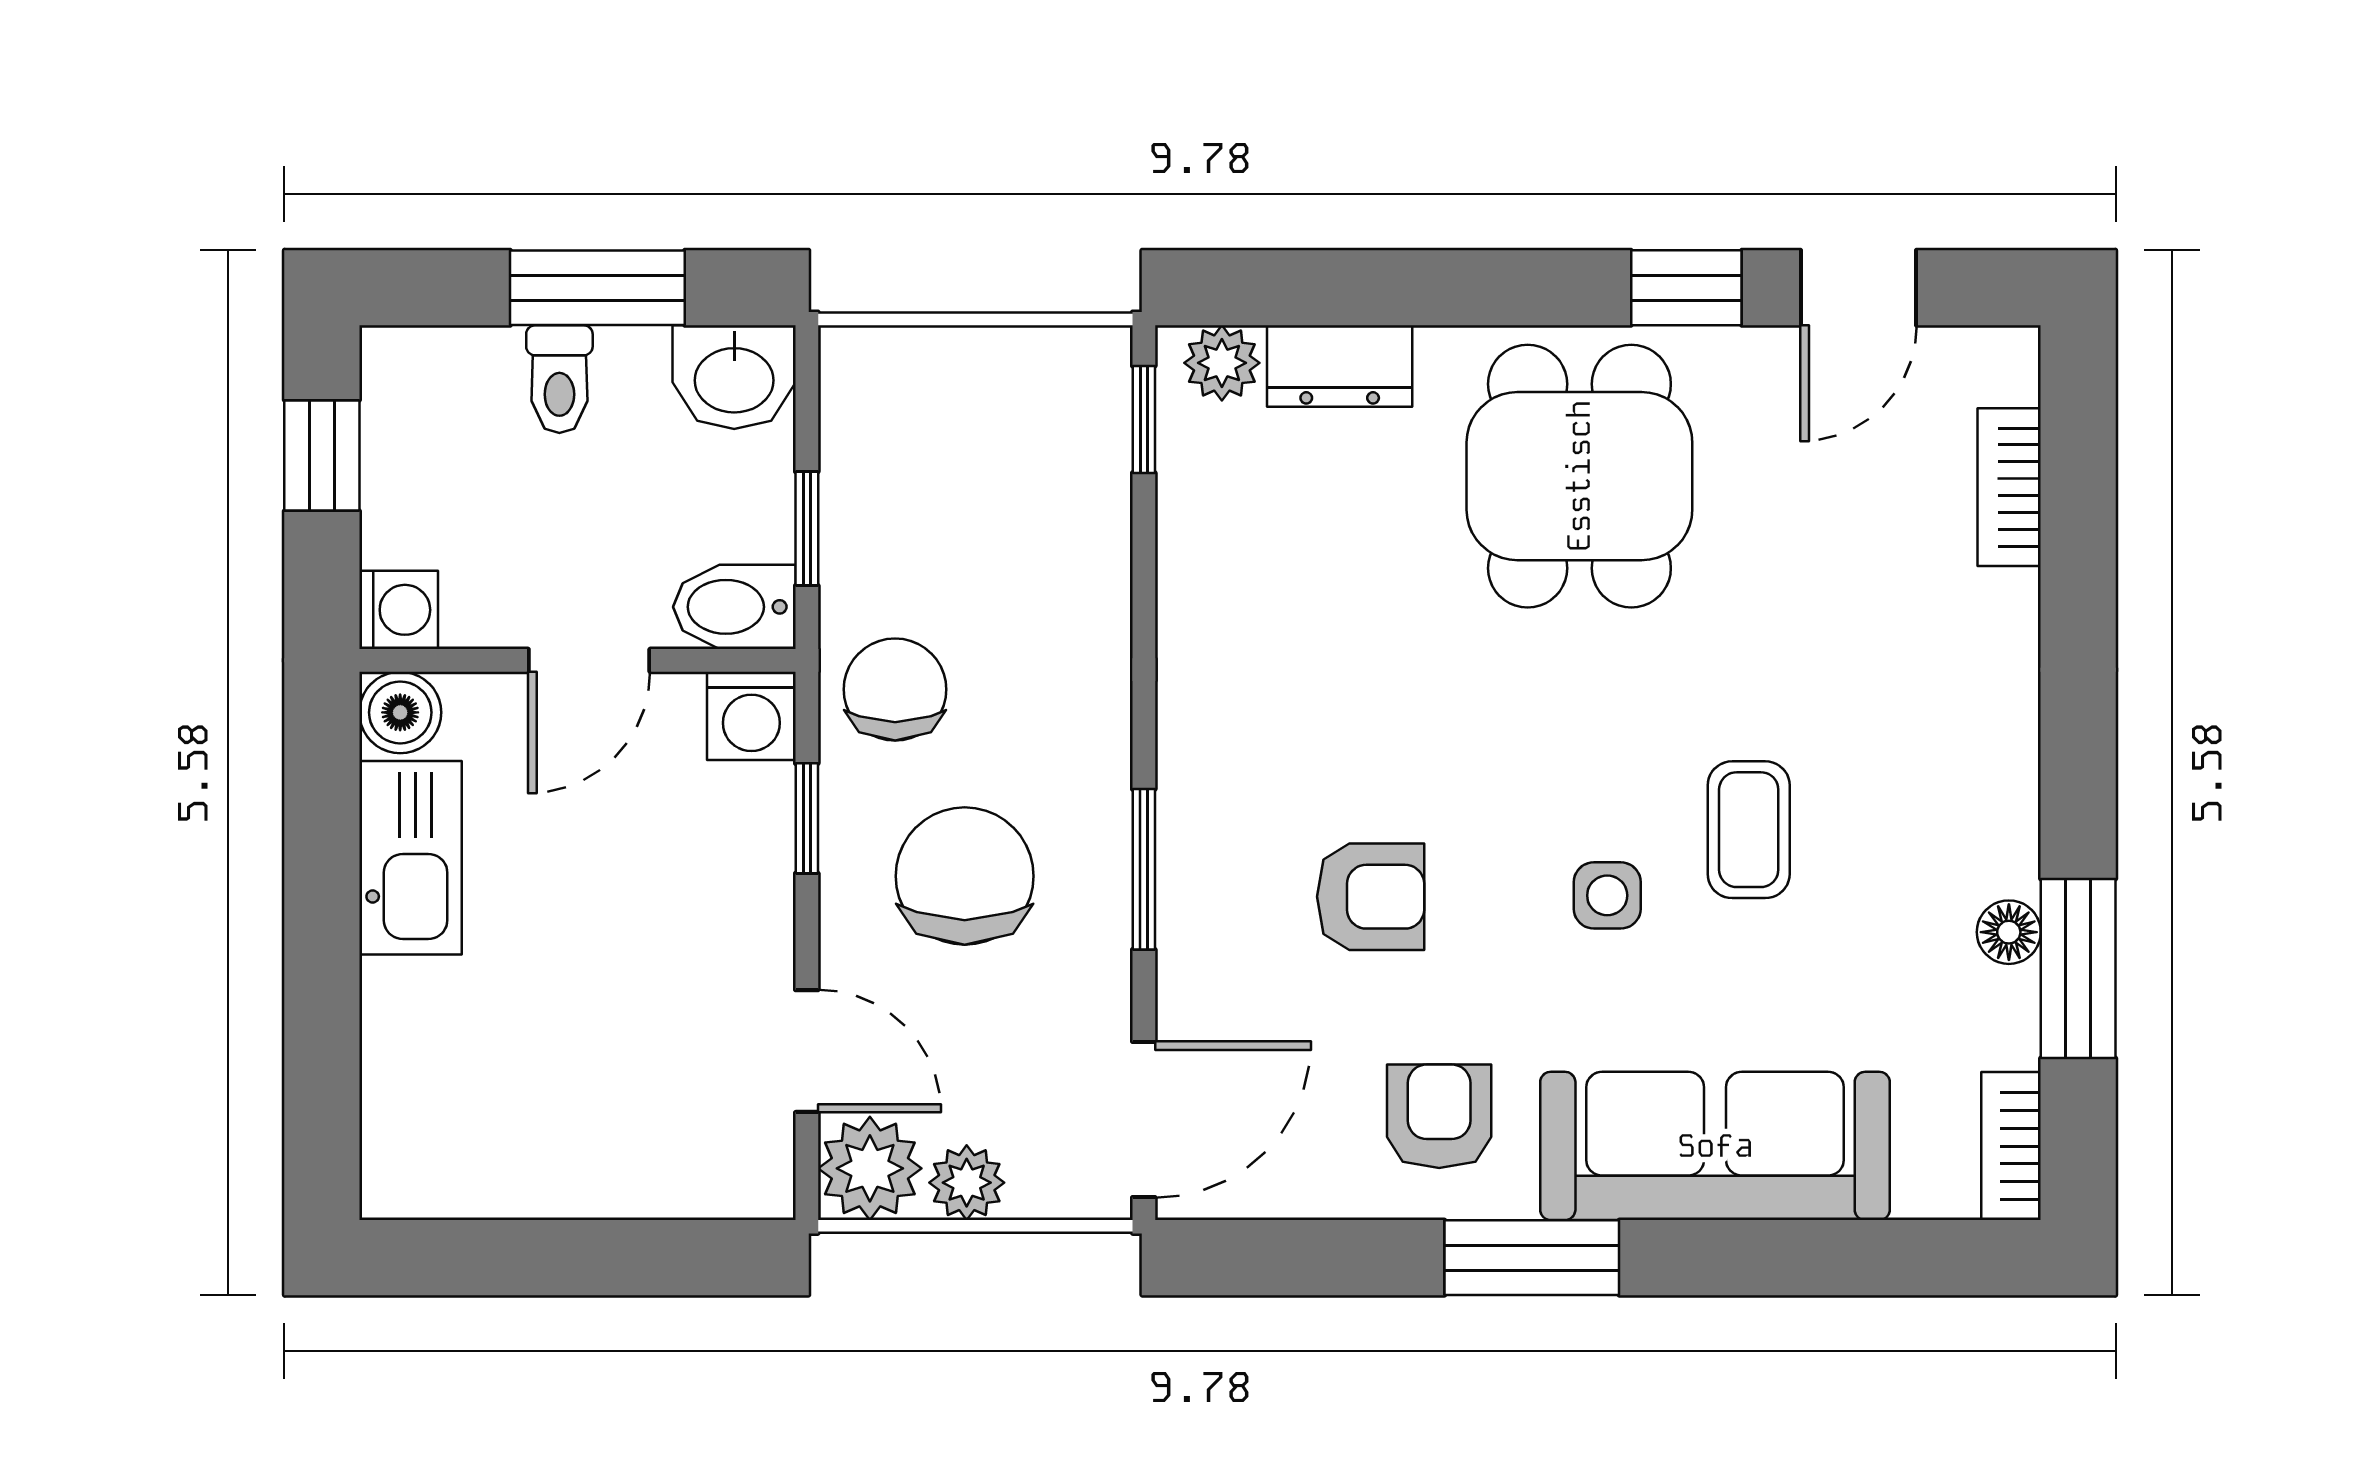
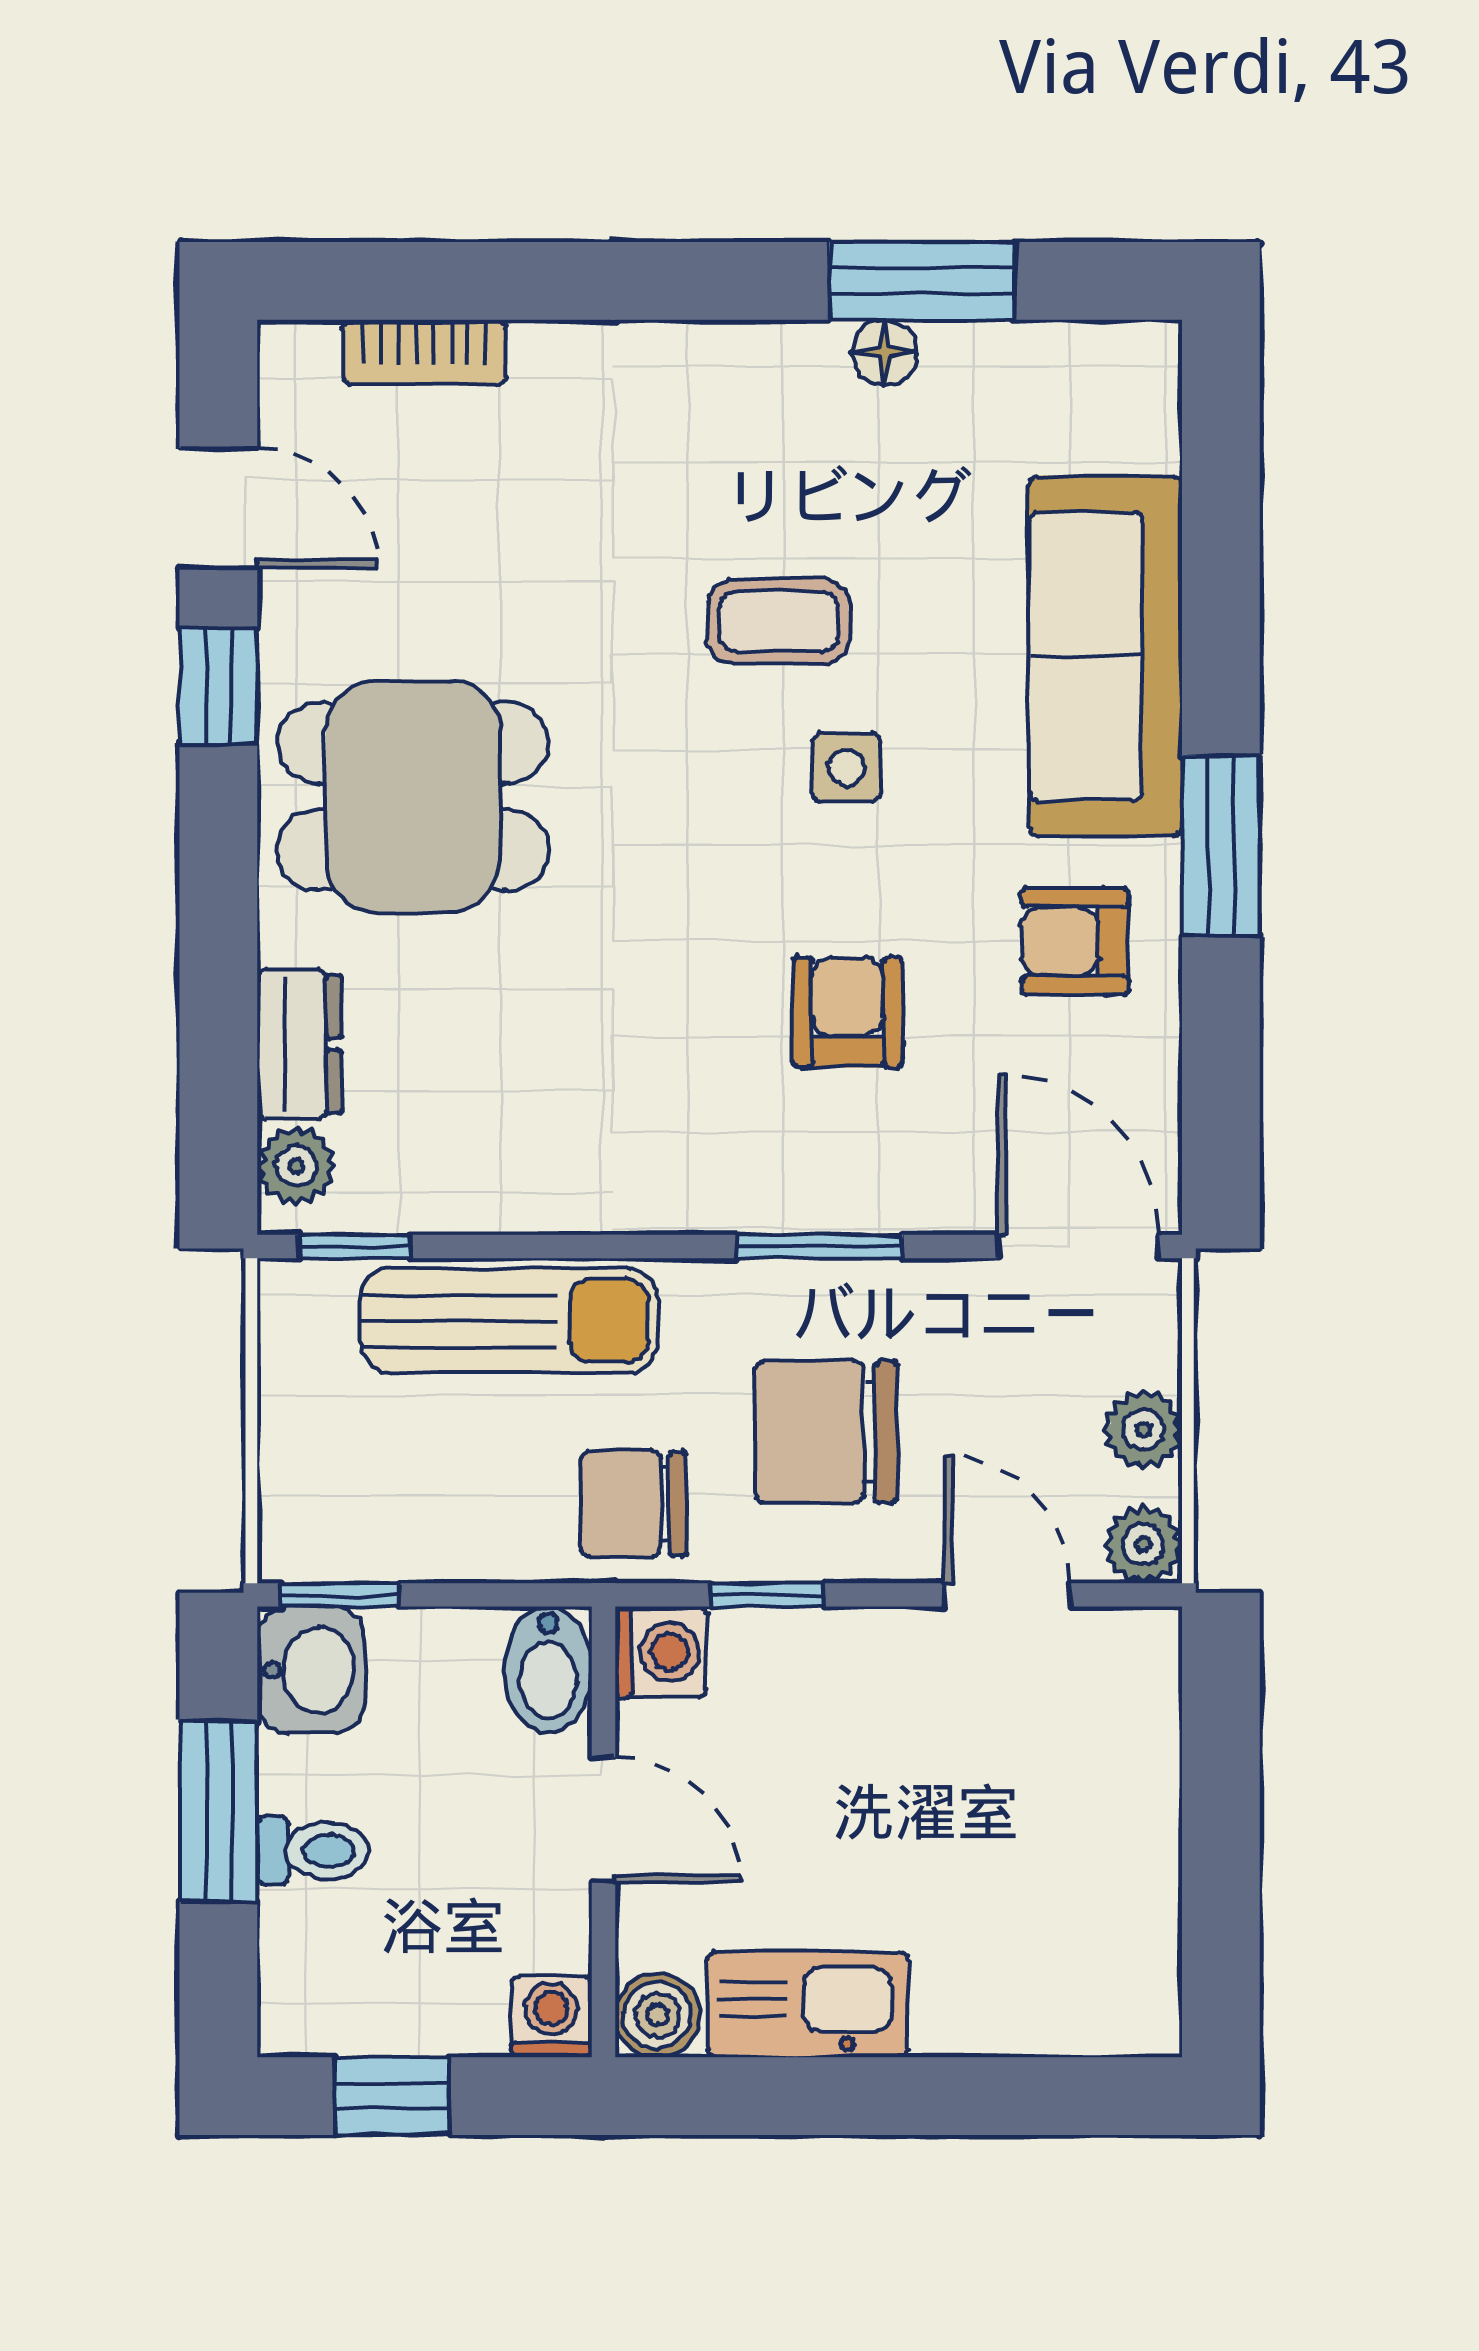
window: (807, 529) -> (340, 1595), moved
sun lounger: (1072, 569) -> (509, 1321), added
door: (807, 1051) -> (1007, 1595), hinge flipped
bookcase: (2011, 1146) -> (1106, 350), removed
plant: (870, 1168) -> (1143, 1544), width x0.73, depth x0.73

